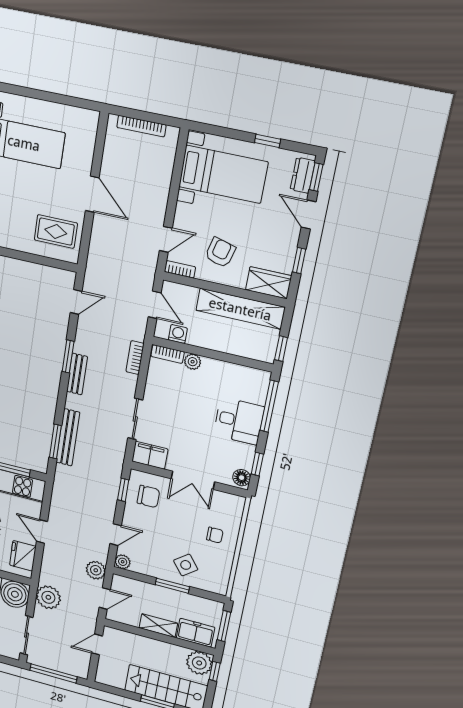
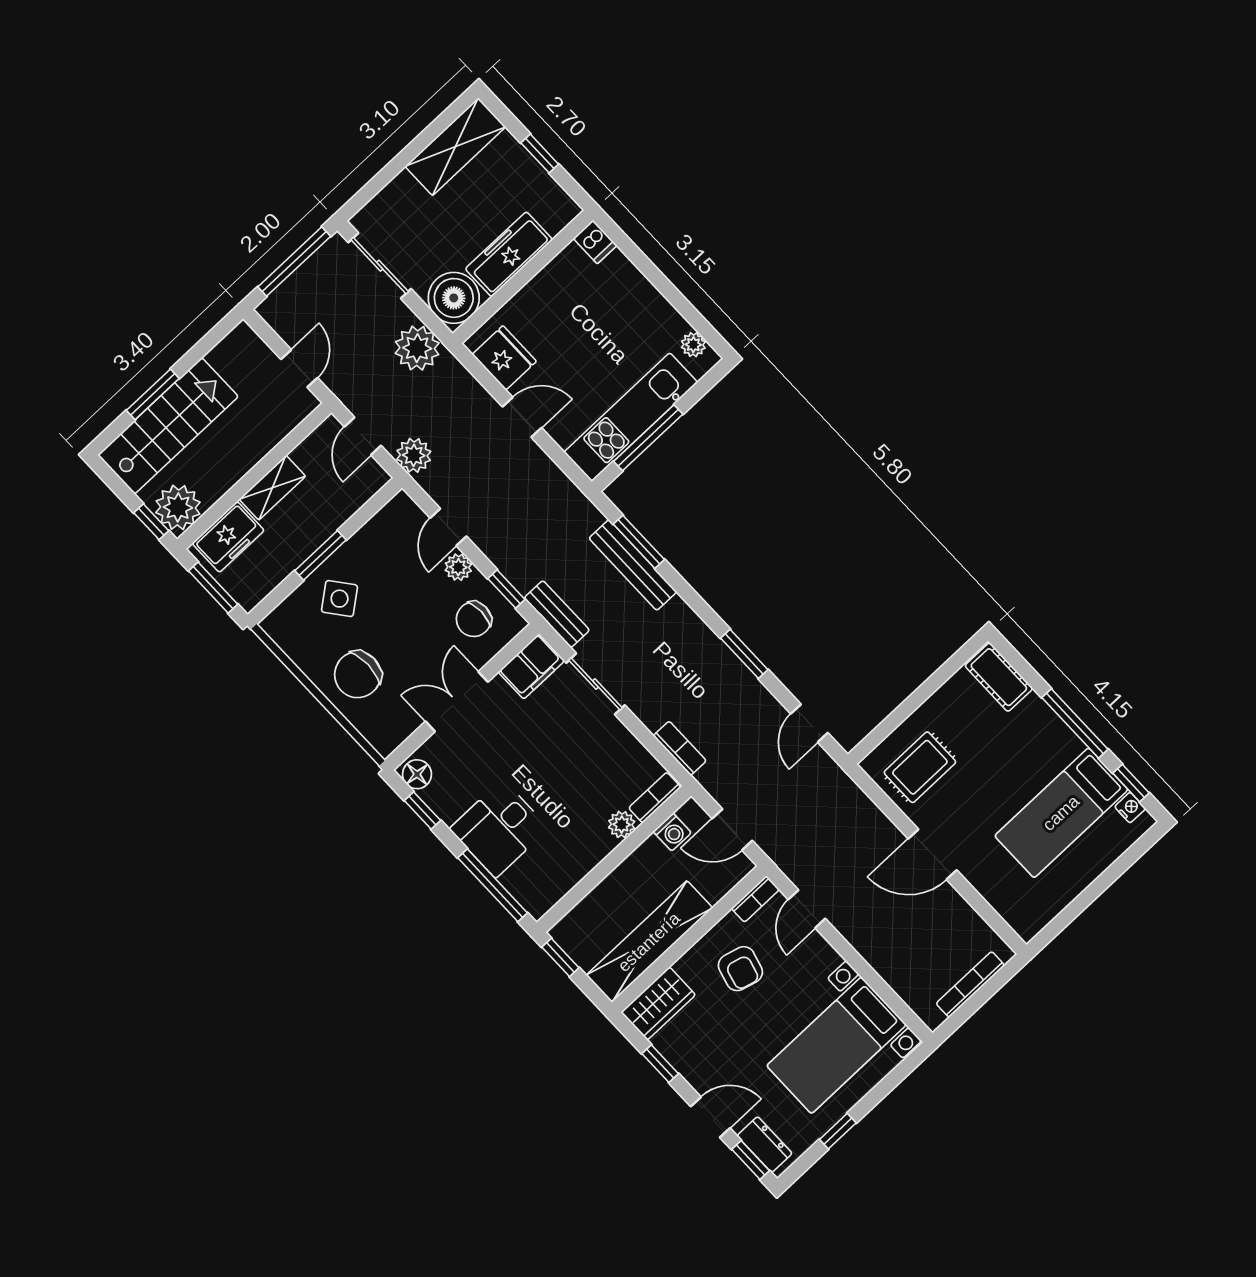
bench: (77, 374) -> (557, 614), moved
chair: (215, 535) -> (358, 675), width x1.87, depth x1.87
plant: (123, 562) -> (458, 567), moved

